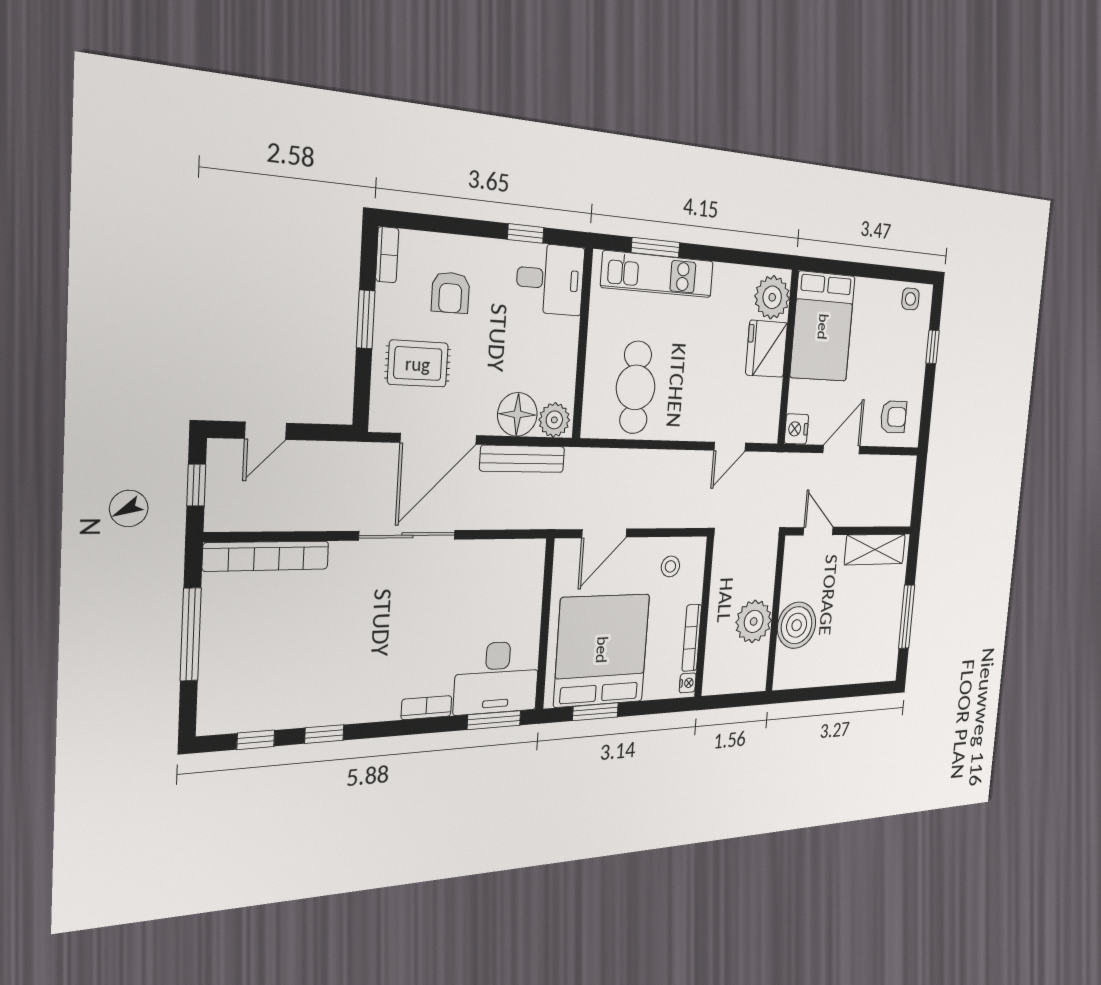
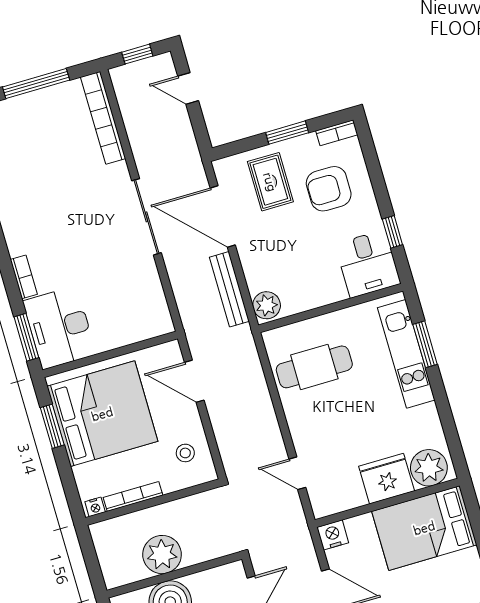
armchair: (451, 293) -> (329, 189), width x1.38, depth x1.38
floor lamp: (517, 414) -> (261, 273), removed

